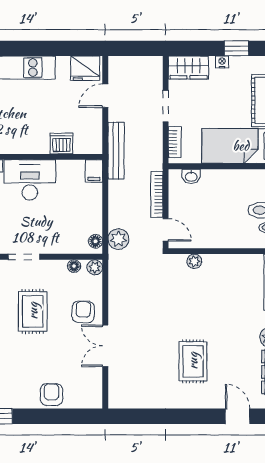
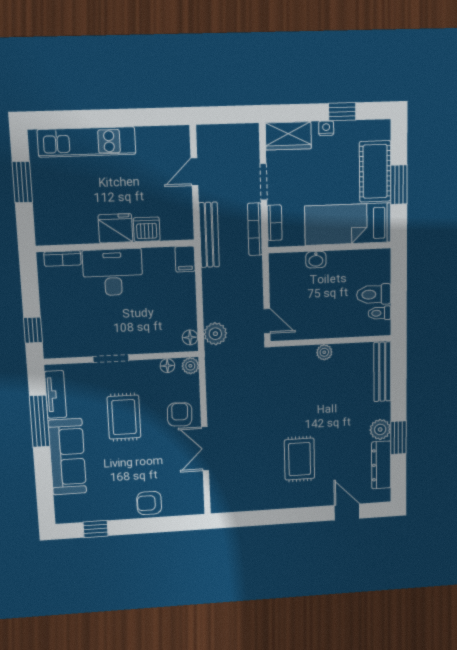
fridge: (85, 68) -> (115, 228), moved, turned 180
washbasin: (191, 176) -> (316, 260), moved
bookcase: (157, 194) -> (255, 229), moved
plant: (194, 261) -> (324, 352), moved
armchair: (51, 394) -> (149, 503), turned -90

